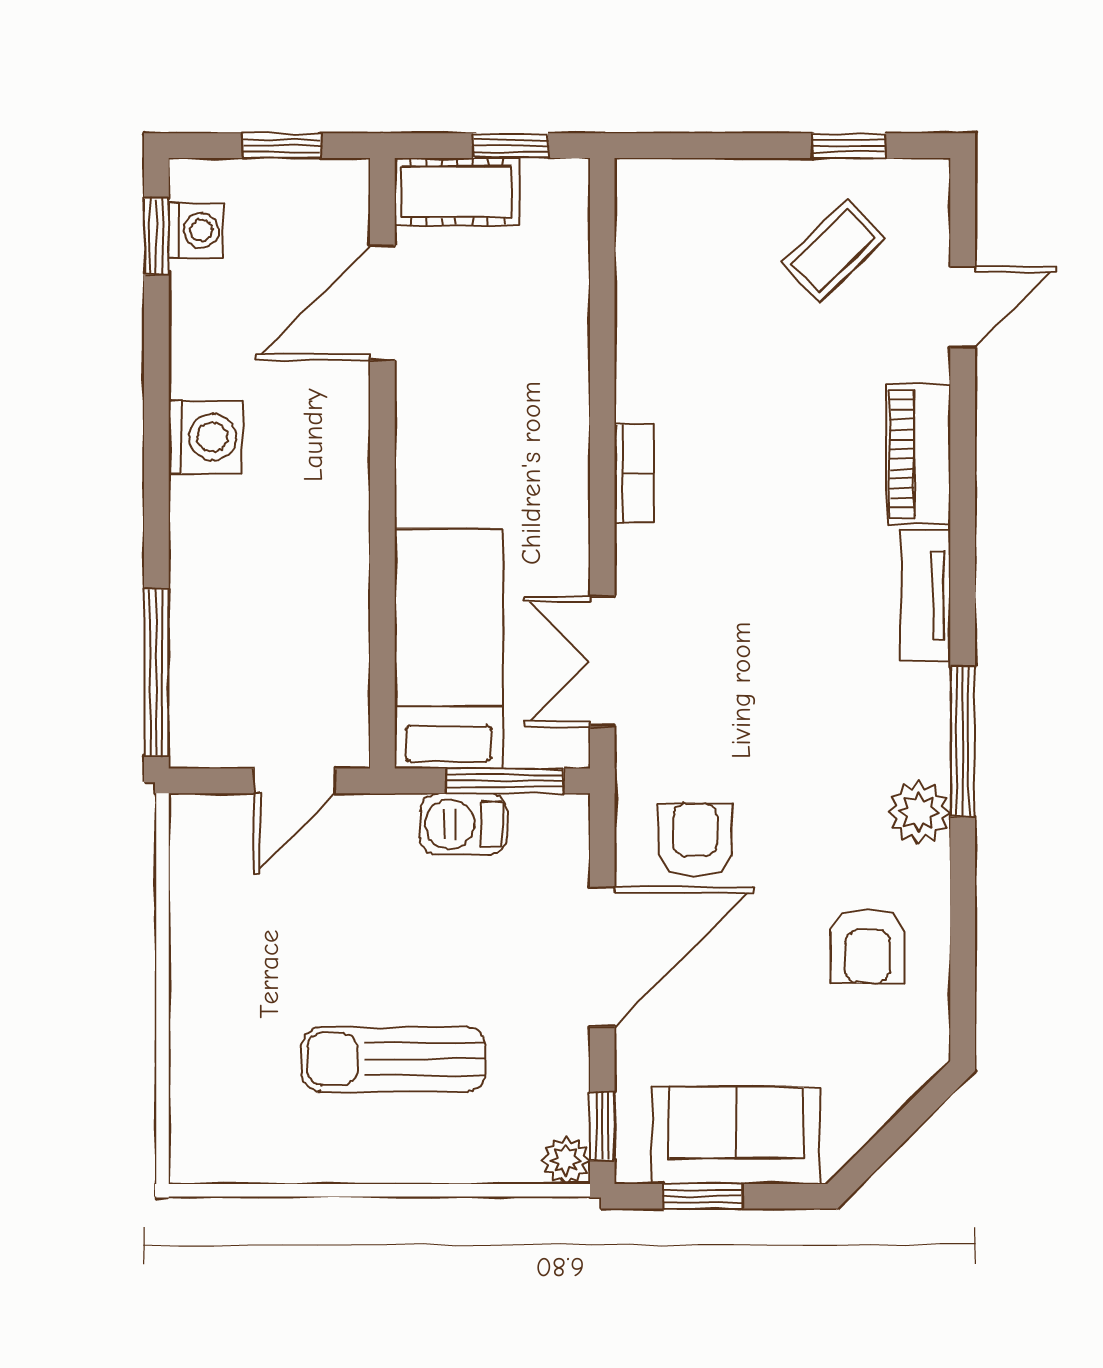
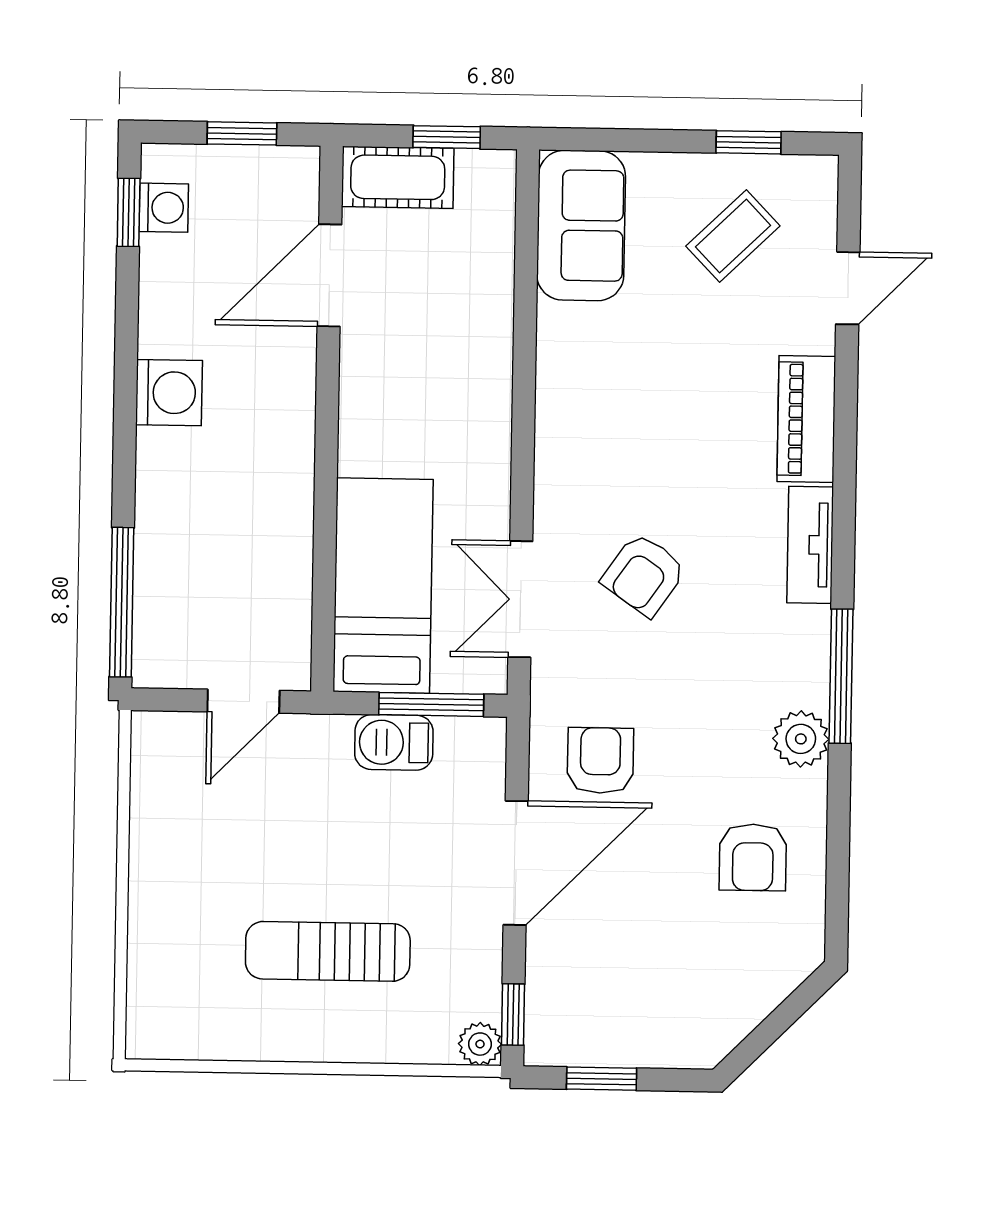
bookcase: (634, 473) -> (552, 432), removed
armchair: (740, 631) -> (644, 575), added
sofa: (736, 1135) -> (581, 225), moved, turned 90

